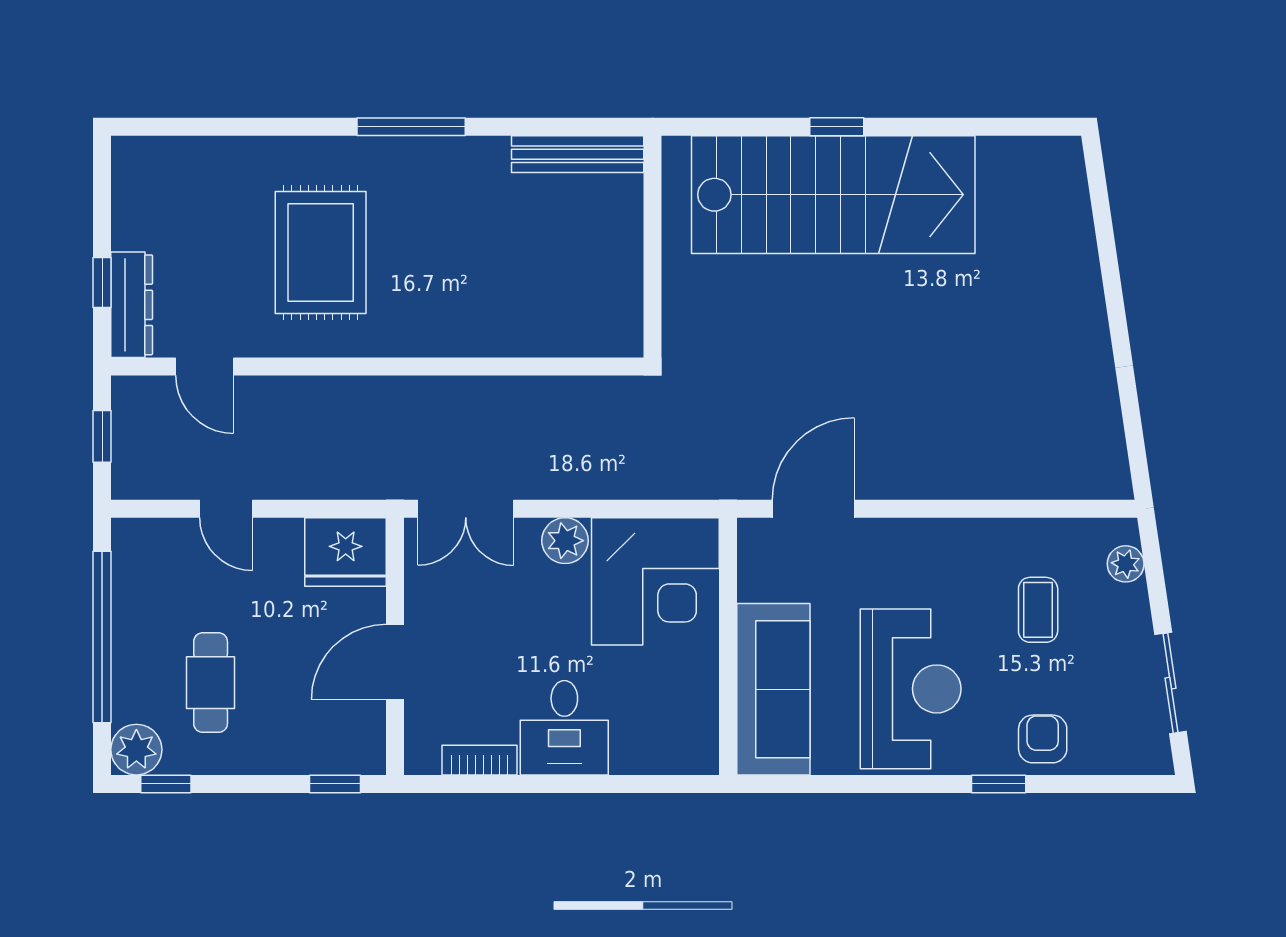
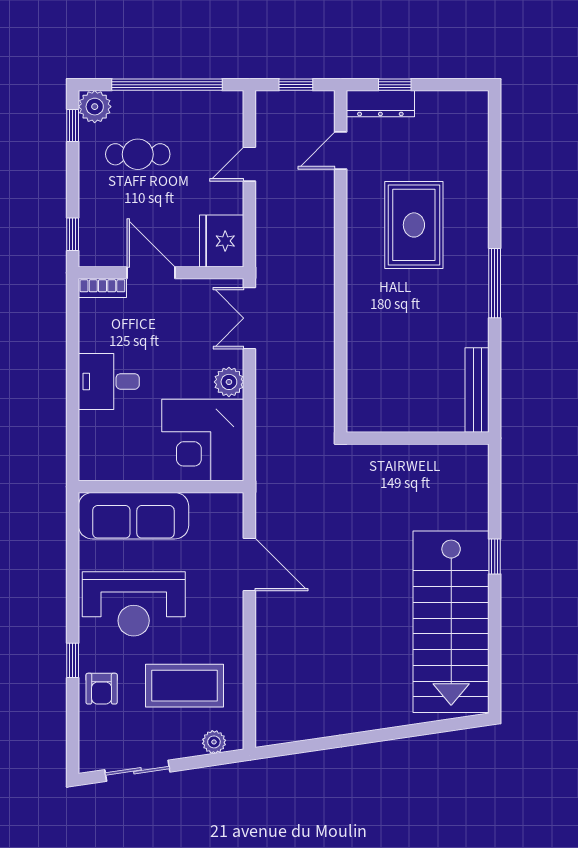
stairs: (833, 195) -> (451, 622), moved
rug: (321, 253) -> (414, 225), turned 90
door: (813, 509) -> (249, 564), moved
coffee table: (1038, 610) -> (184, 686), width x1.86, depth x1.72
armchair: (1043, 739) -> (102, 689), turned 90
bookcase: (480, 760) -> (102, 288), moved, turned 90

